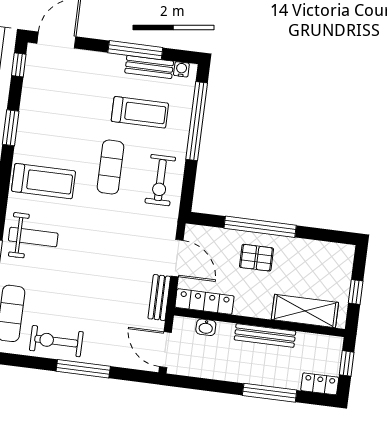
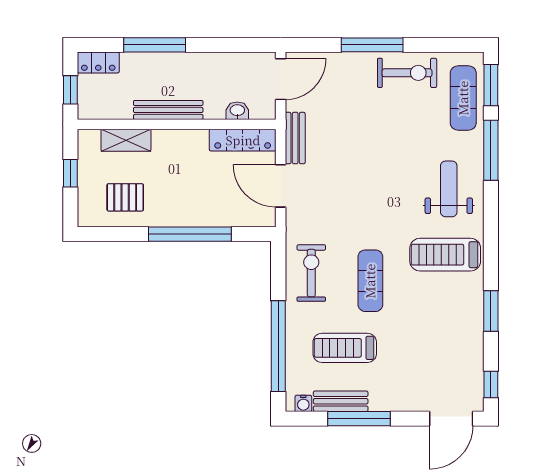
weight bench: (33, 237) -> (449, 189), turned 90
pallet: (256, 258) -> (125, 197), moved
shelving: (305, 311) -> (126, 140), width x0.67, depth x0.75
door: (165, 350) -> (281, 79), hinge flipped

